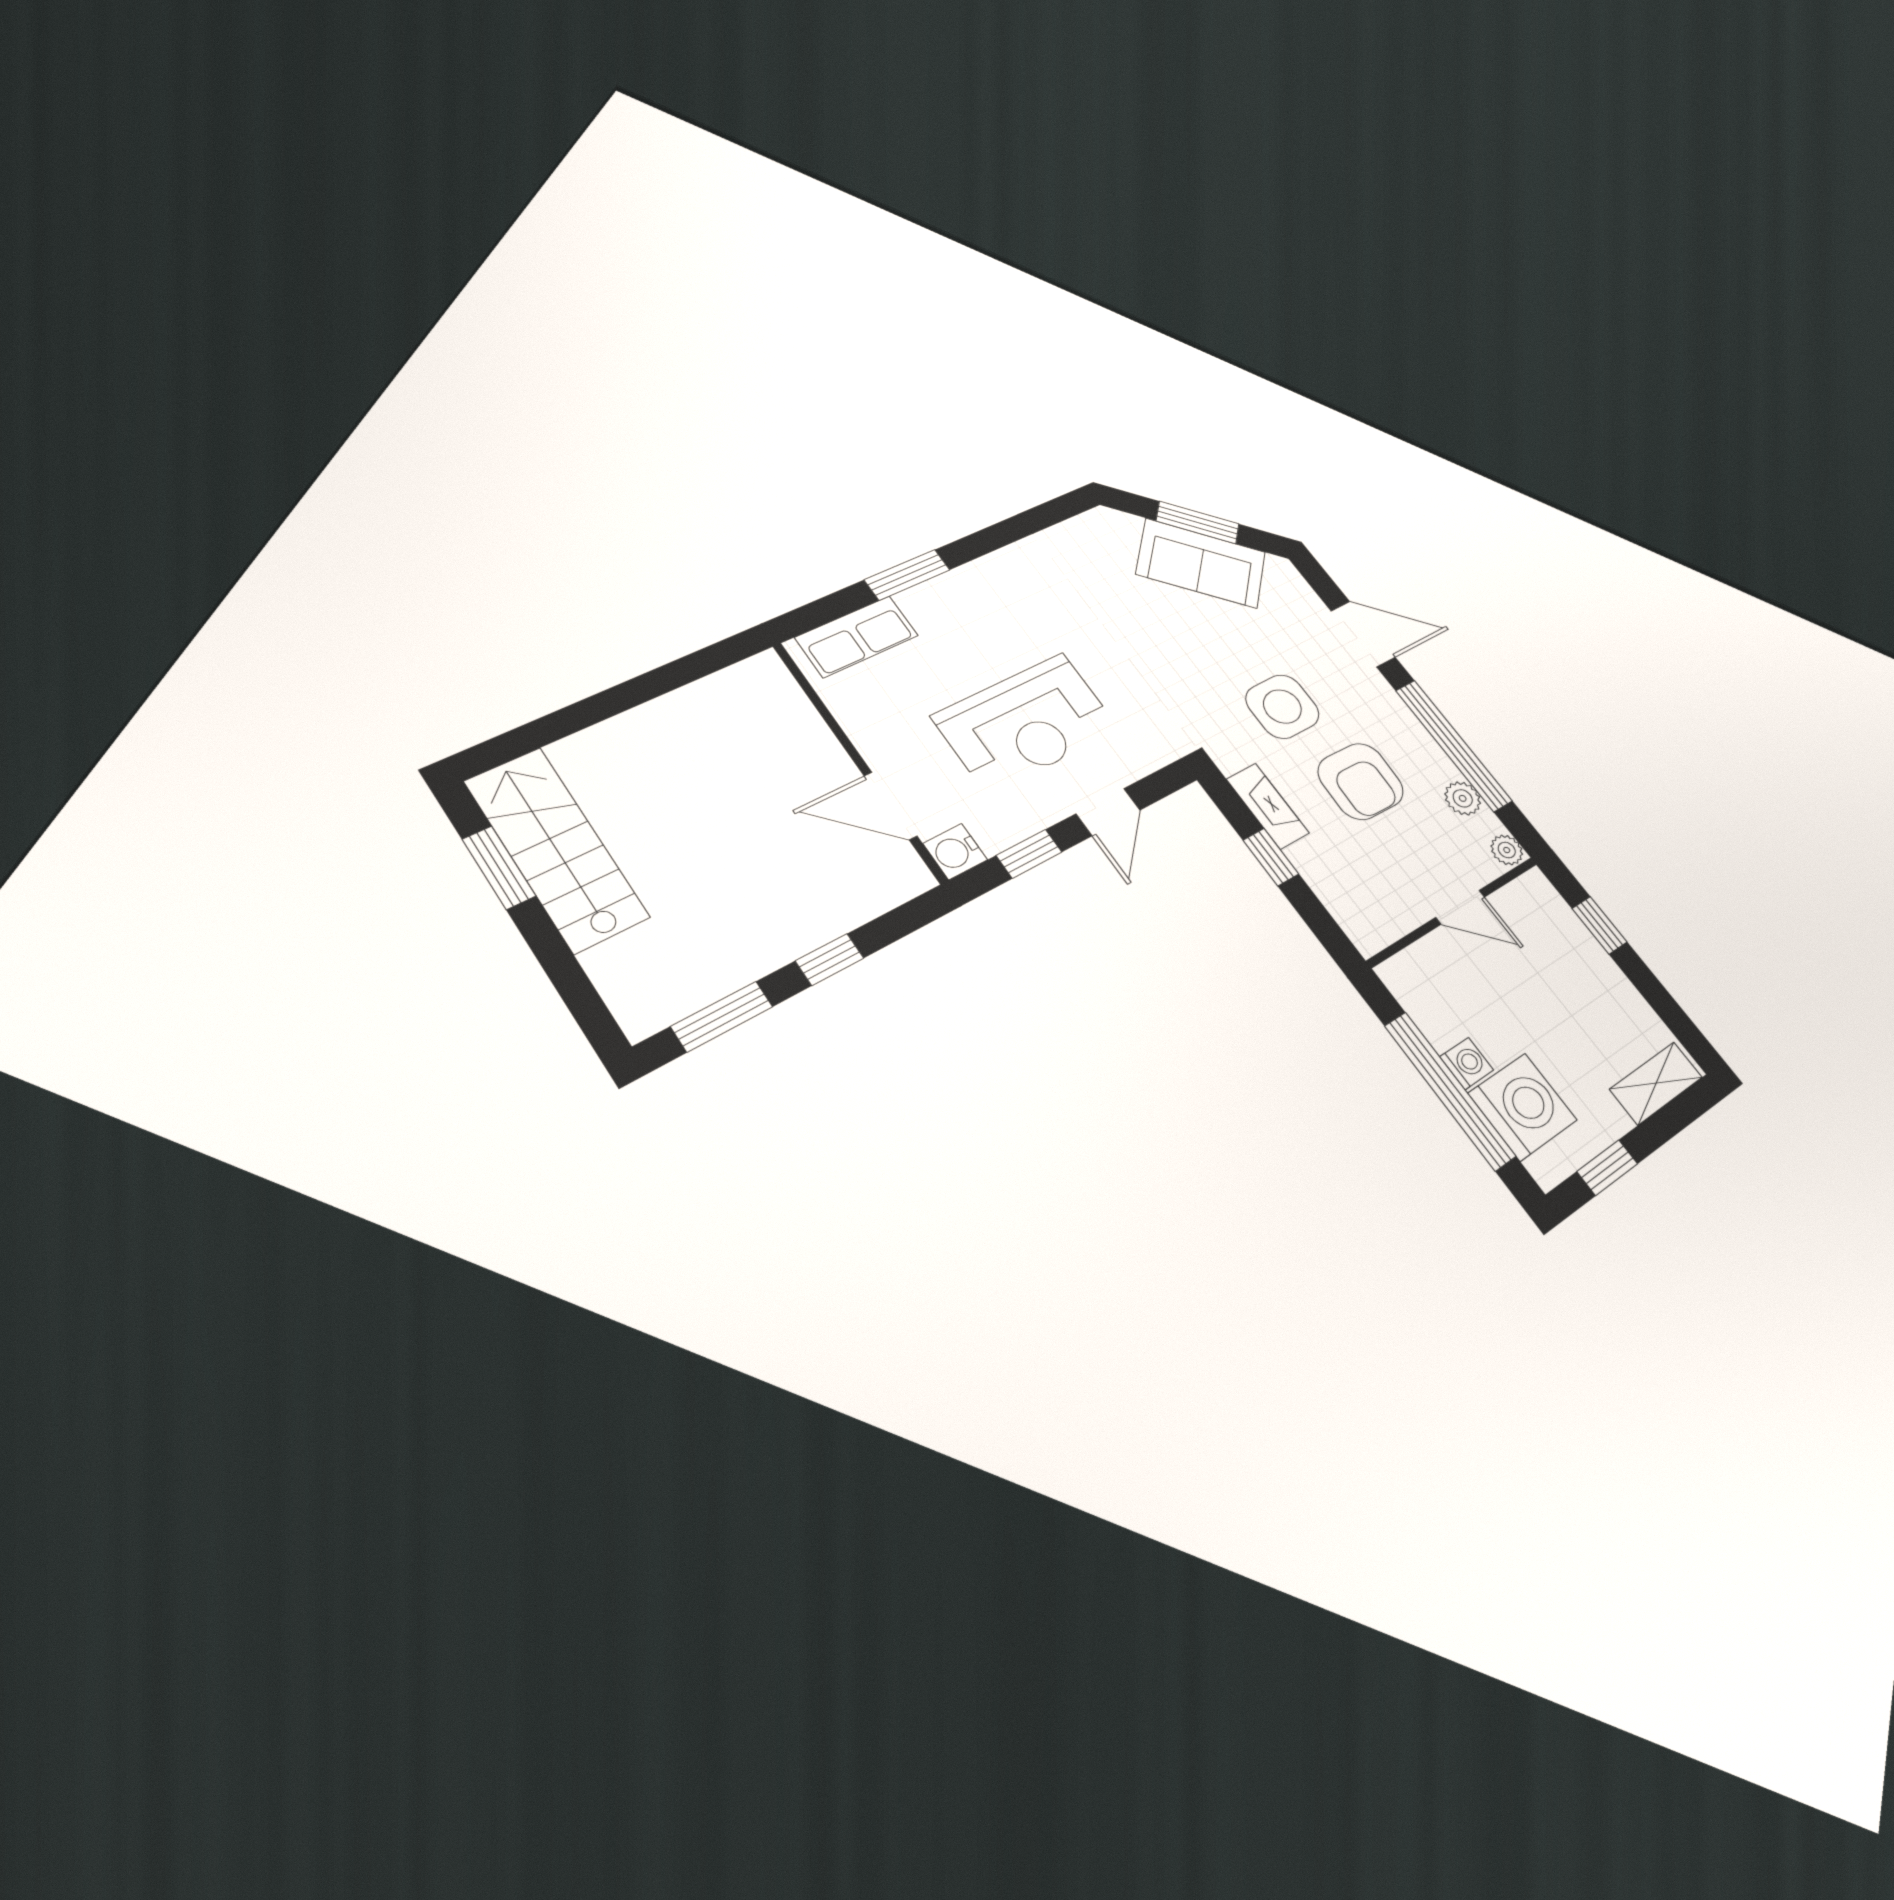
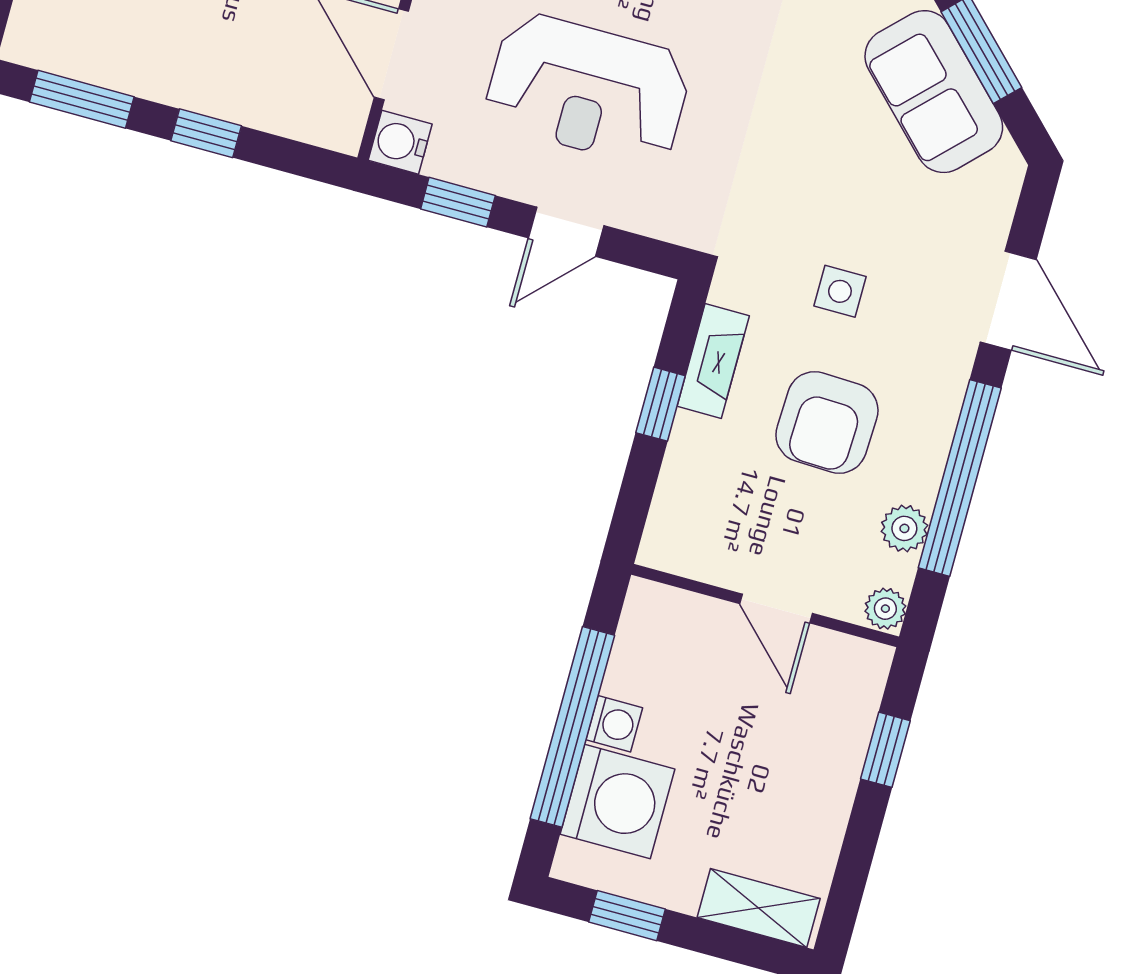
side table: (1282, 707) -> (840, 291), width x0.54, depth x0.54

